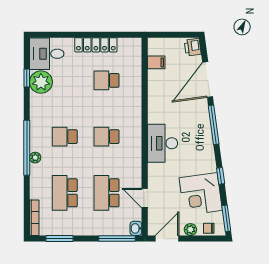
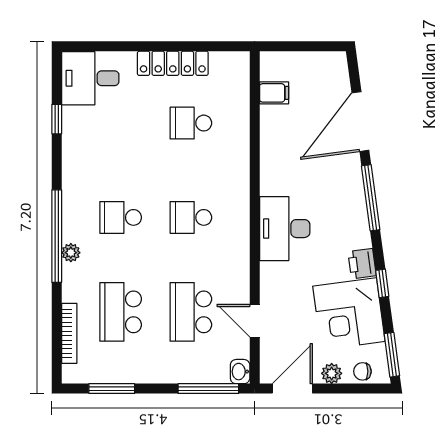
printer: (193, 47) -> (362, 264), moved
plant: (41, 82) -> (81, 126), removed
bookcase: (34, 218) -> (69, 333), moved

